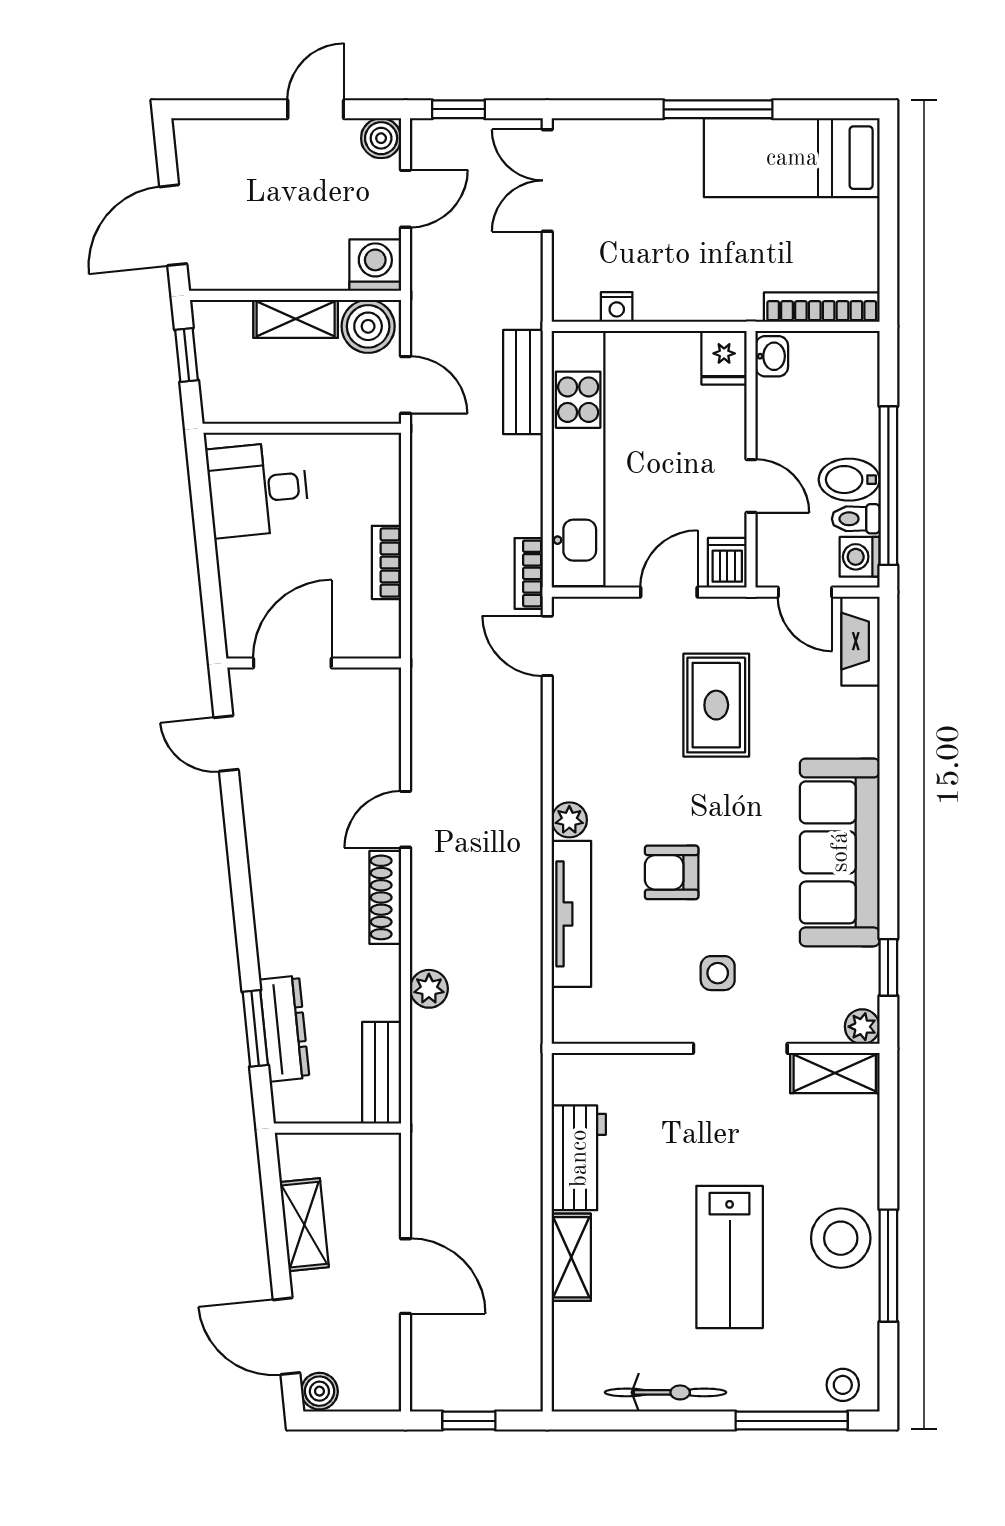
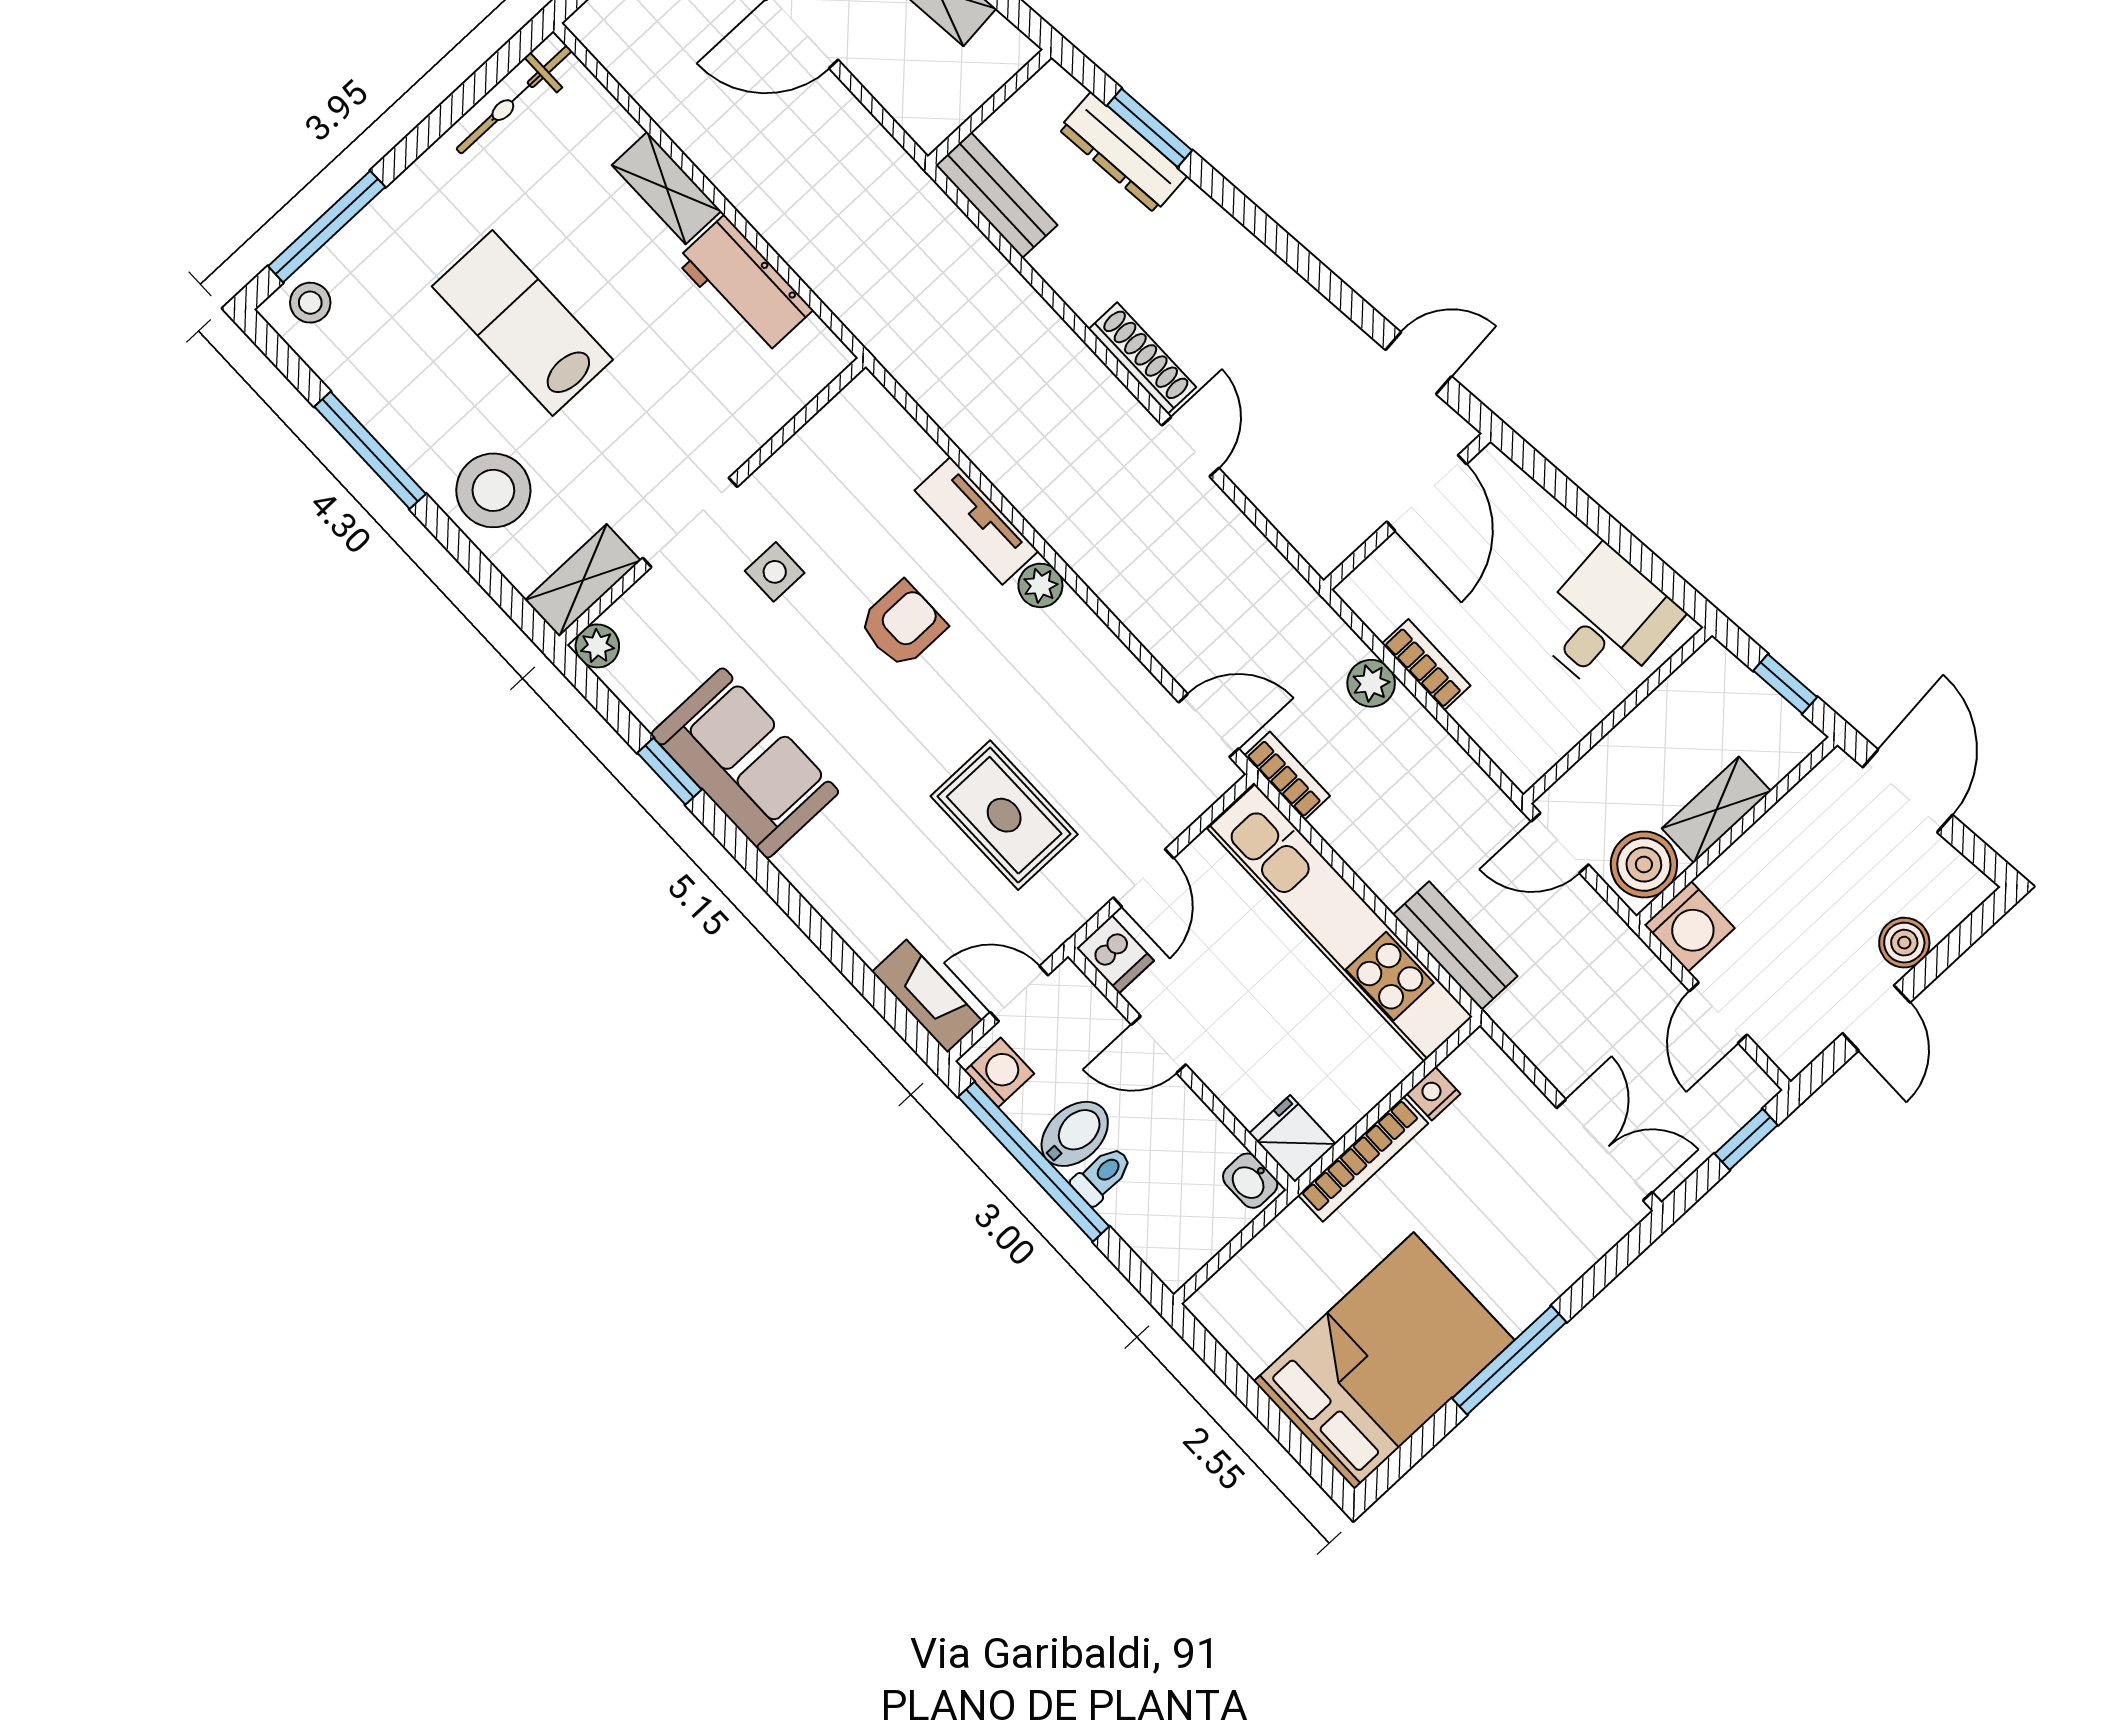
boiler: (381, 138) -> (1904, 943), moved
bed: (792, 158) -> (1384, 1361), width x1.50
bookcase: (822, 307) -> (1363, 1159), moved
toilet: (856, 519) -> (1102, 1175), moved
sofa: (840, 852) -> (745, 763), width x0.73
tv unit: (571, 914) -> (976, 521), width x0.71
window: (888, 967) -> (669, 771), moved
plant: (429, 989) -> (1371, 683), moved
stool: (841, 1238) -> (493, 490), moved
bicycle: (666, 1392) -> (514, 100), moved

